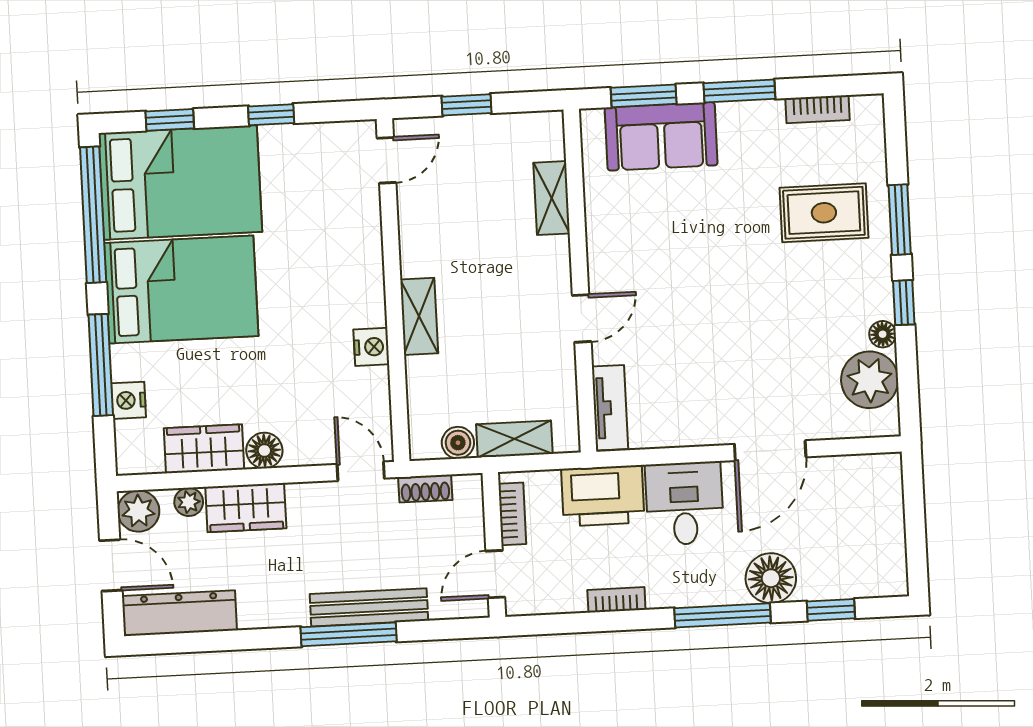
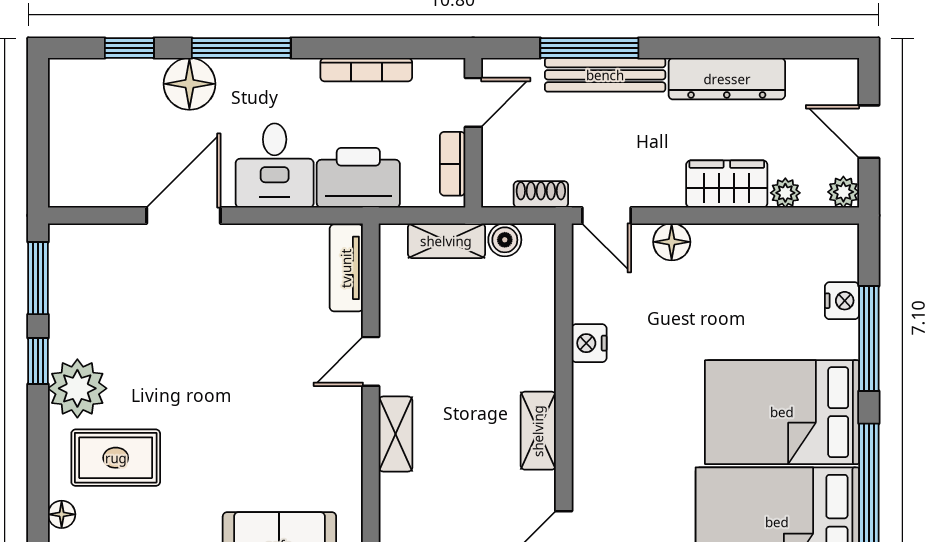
shelving: (552, 198) -> (396, 434), moved
window: (900, 220) -> (38, 278), moved
shelving: (419, 316) -> (538, 431), moved
floor lamp: (883, 334) -> (62, 514), moved
plant: (870, 380) -> (77, 388), moved
wardrobe: (204, 449) -> (767, 247), removed
floor lamp: (264, 451) -> (672, 242), moved
plant: (138, 511) -> (843, 192), width x0.73, depth x0.73
bookcase: (616, 600) -> (366, 70), width x1.56
dresser: (179, 613) -> (727, 79), moved
window: (349, 634) -> (589, 48), moved

